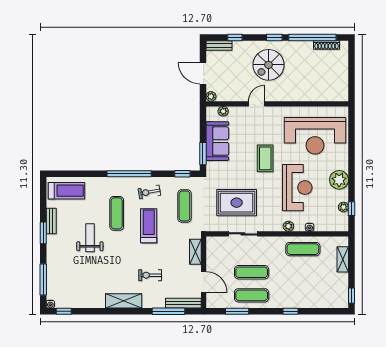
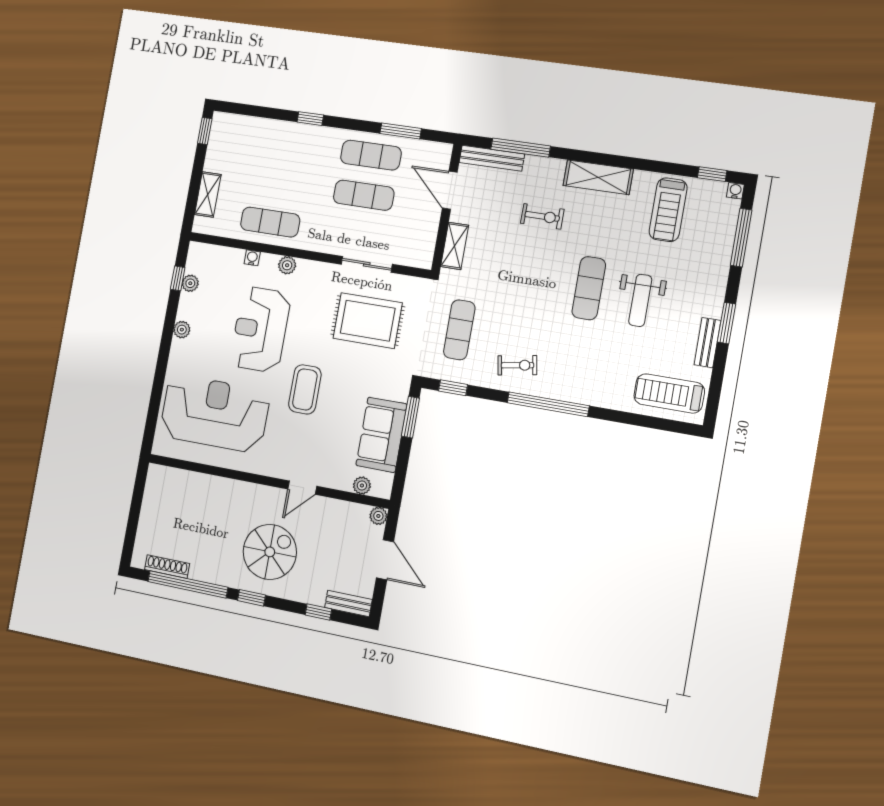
plant: (339, 180) -> (182, 330), width x0.53, depth x0.53
exercise mat: (117, 213) -> (589, 288), moved
treadmill: (149, 226) -> (668, 210), moved

